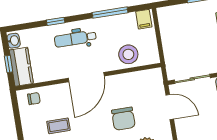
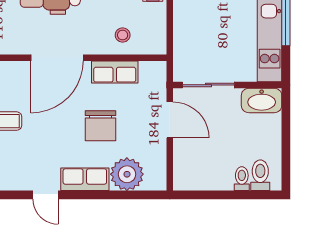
stool: (128, 54) -> (123, 35), width x0.53, depth x0.53
row of seats: (127, 80) -> (115, 72), added

